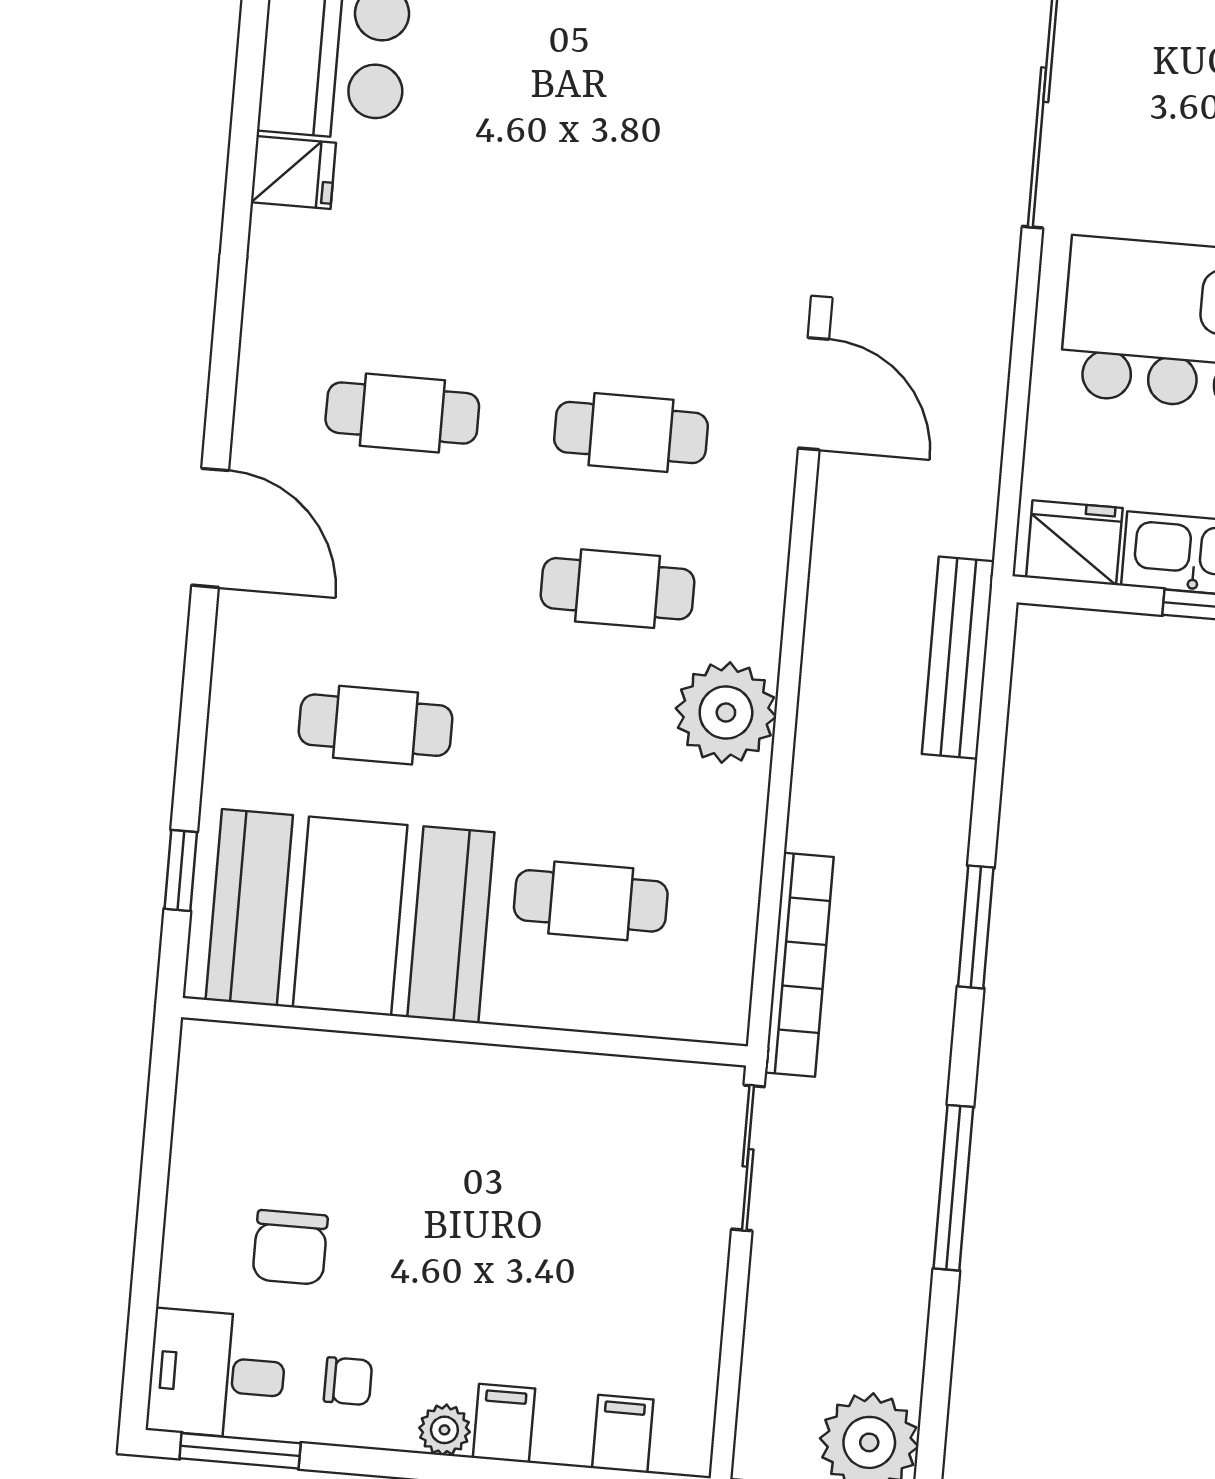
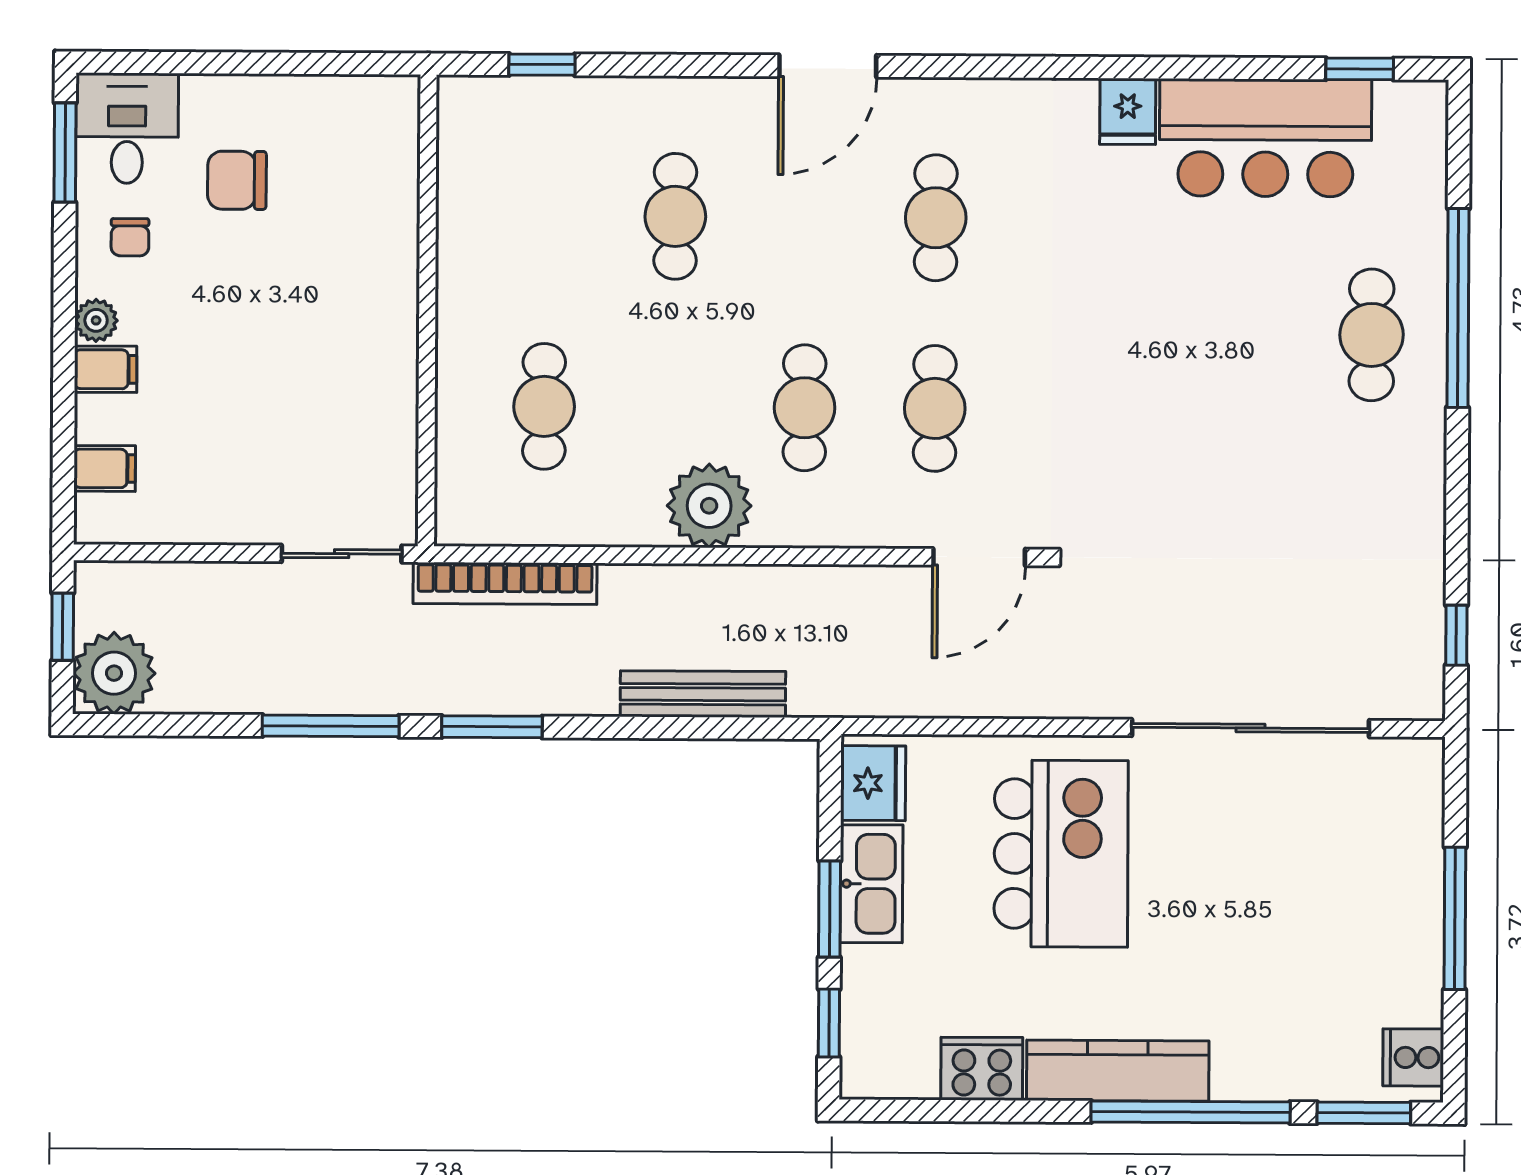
bench: (958, 658) -> (703, 694), moved
booth: (350, 916) -> (515, 208), removed
window: (976, 927) -> (492, 727), moved

